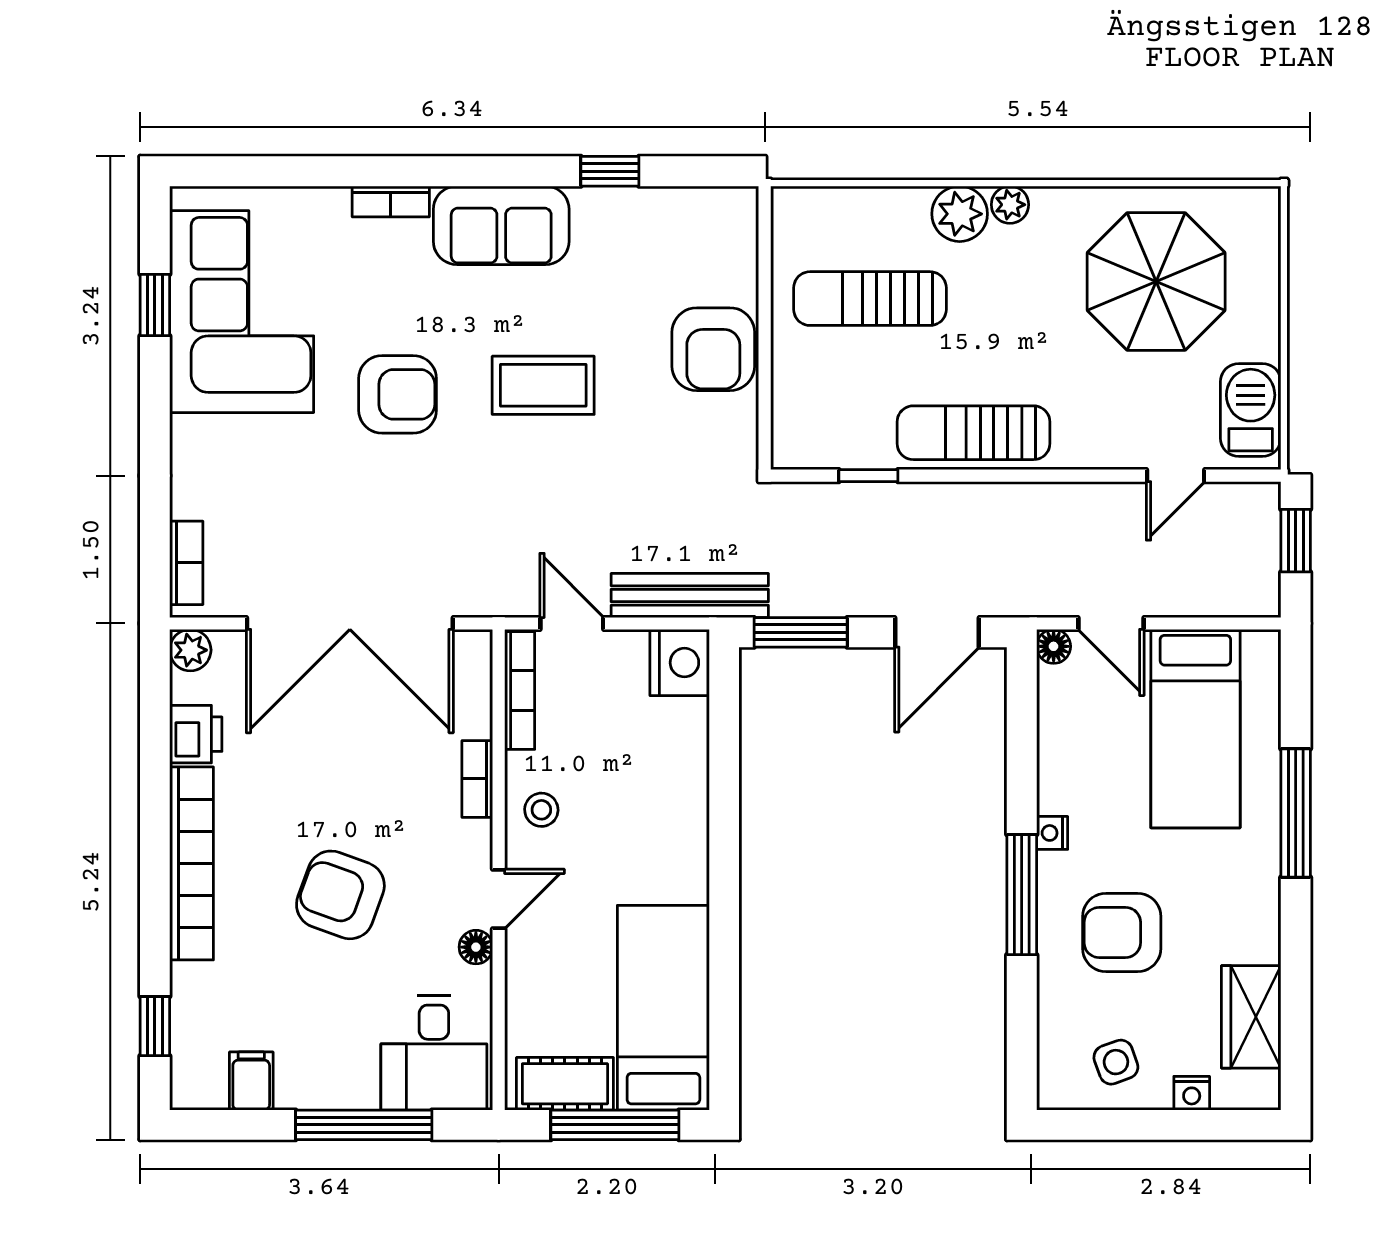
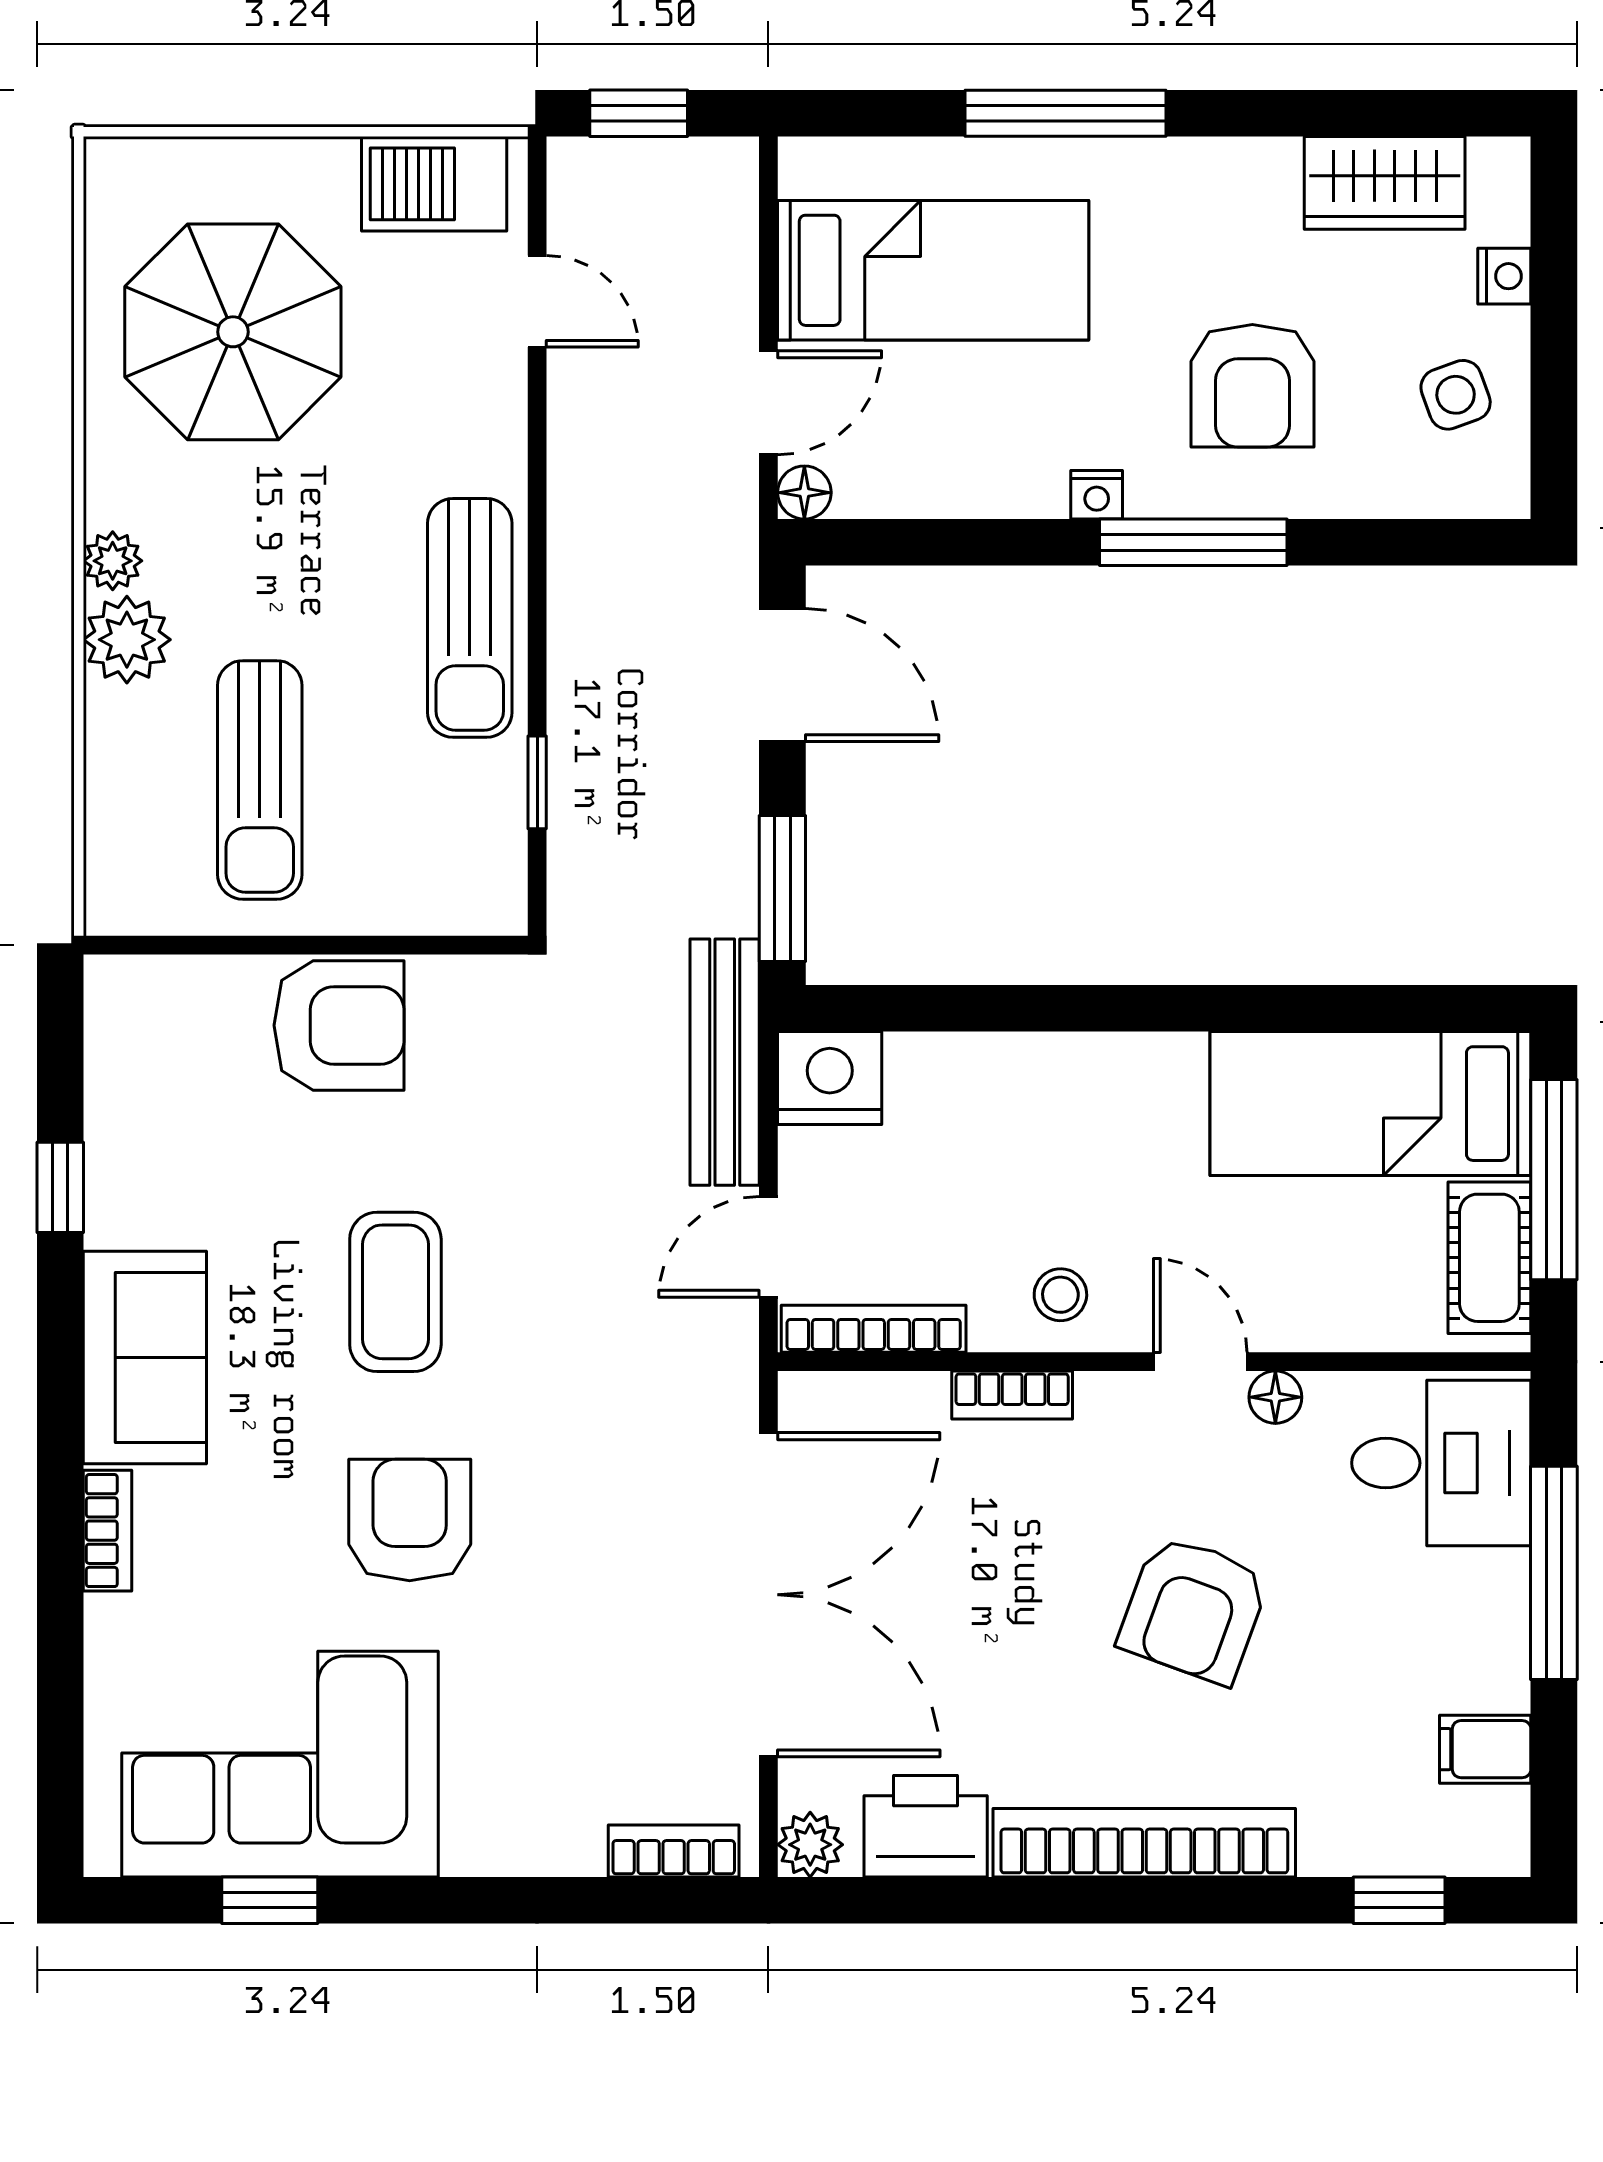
printer: (196, 734) -> (926, 1826), width x1.36, depth x1.24

